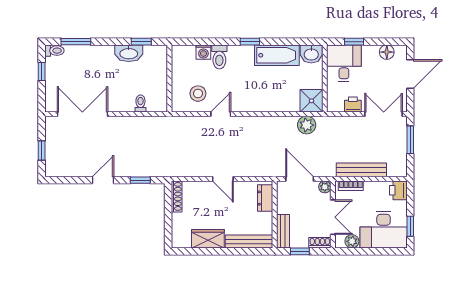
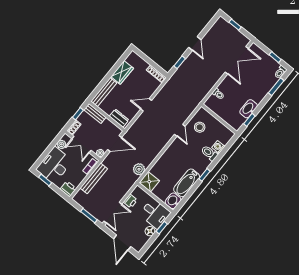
floor lamp: (387, 52) -> (150, 231), moved

